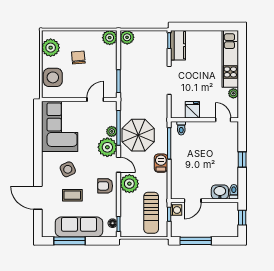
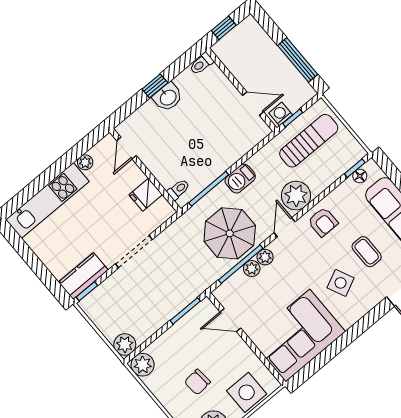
plant: (107, 147) -> (265, 257), width x0.53, depth x0.53
washbasin: (220, 192) -> (168, 97), moved, turned -90

